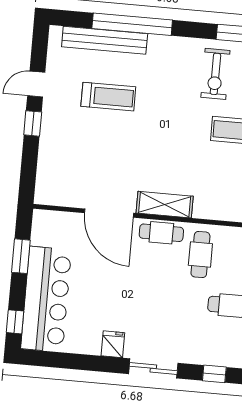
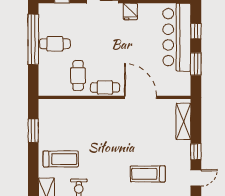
shelving: (165, 205) -> (183, 121), moved, turned 90
window: (15, 322) -> (196, 31), moved

